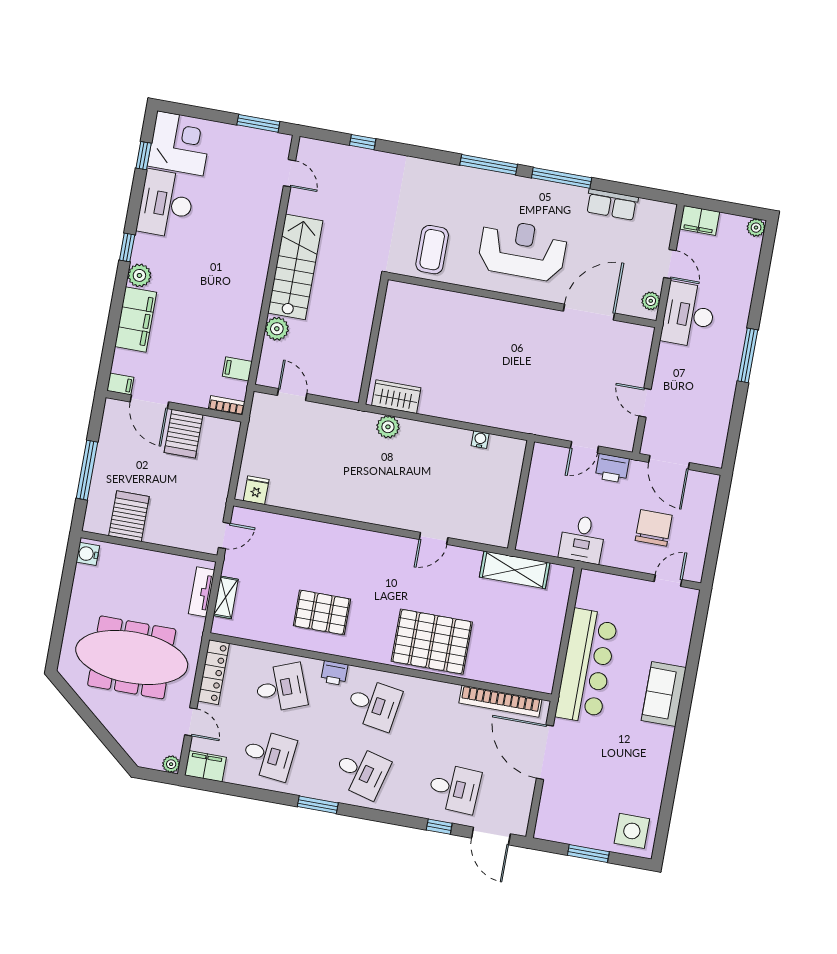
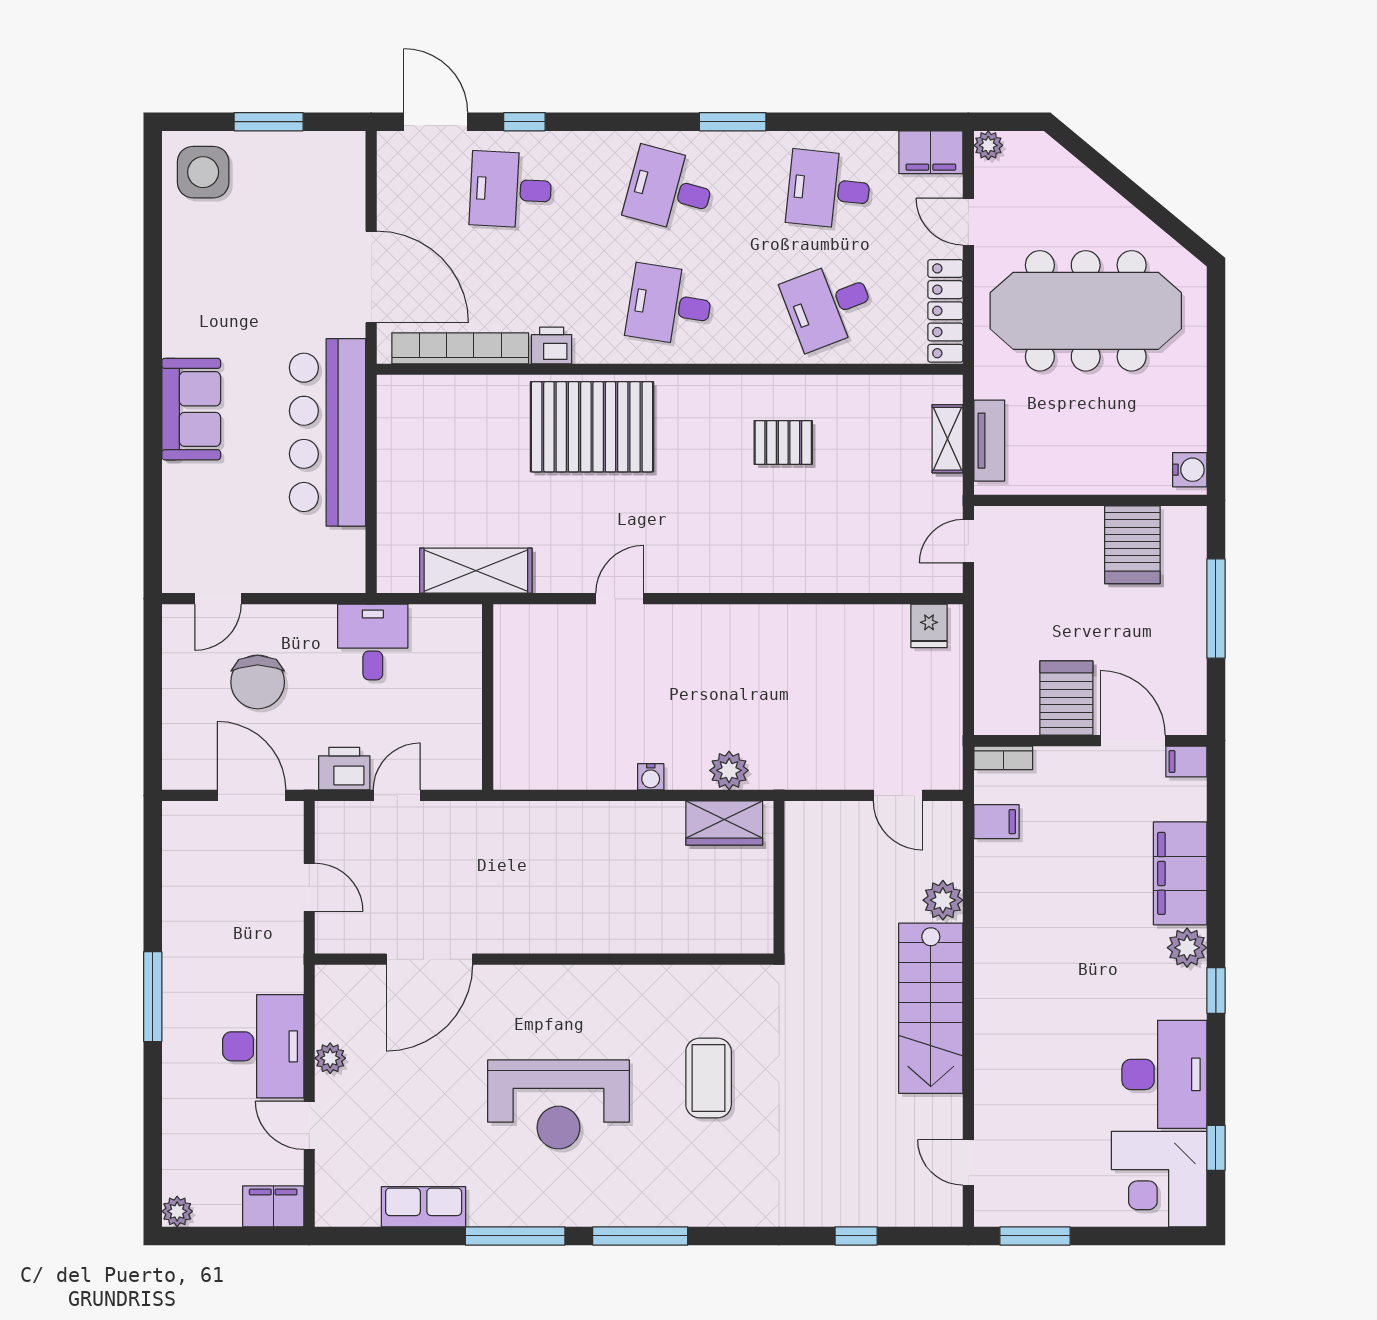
wall: (522, 300) -> (544, 959), moved
door: (589, 312) -> (429, 959), moved
water cooler: (480, 440) -> (651, 777), moved
pallet: (322, 612) -> (783, 442), width x0.67, depth x0.71
printer: (334, 673) -> (552, 346), moved

